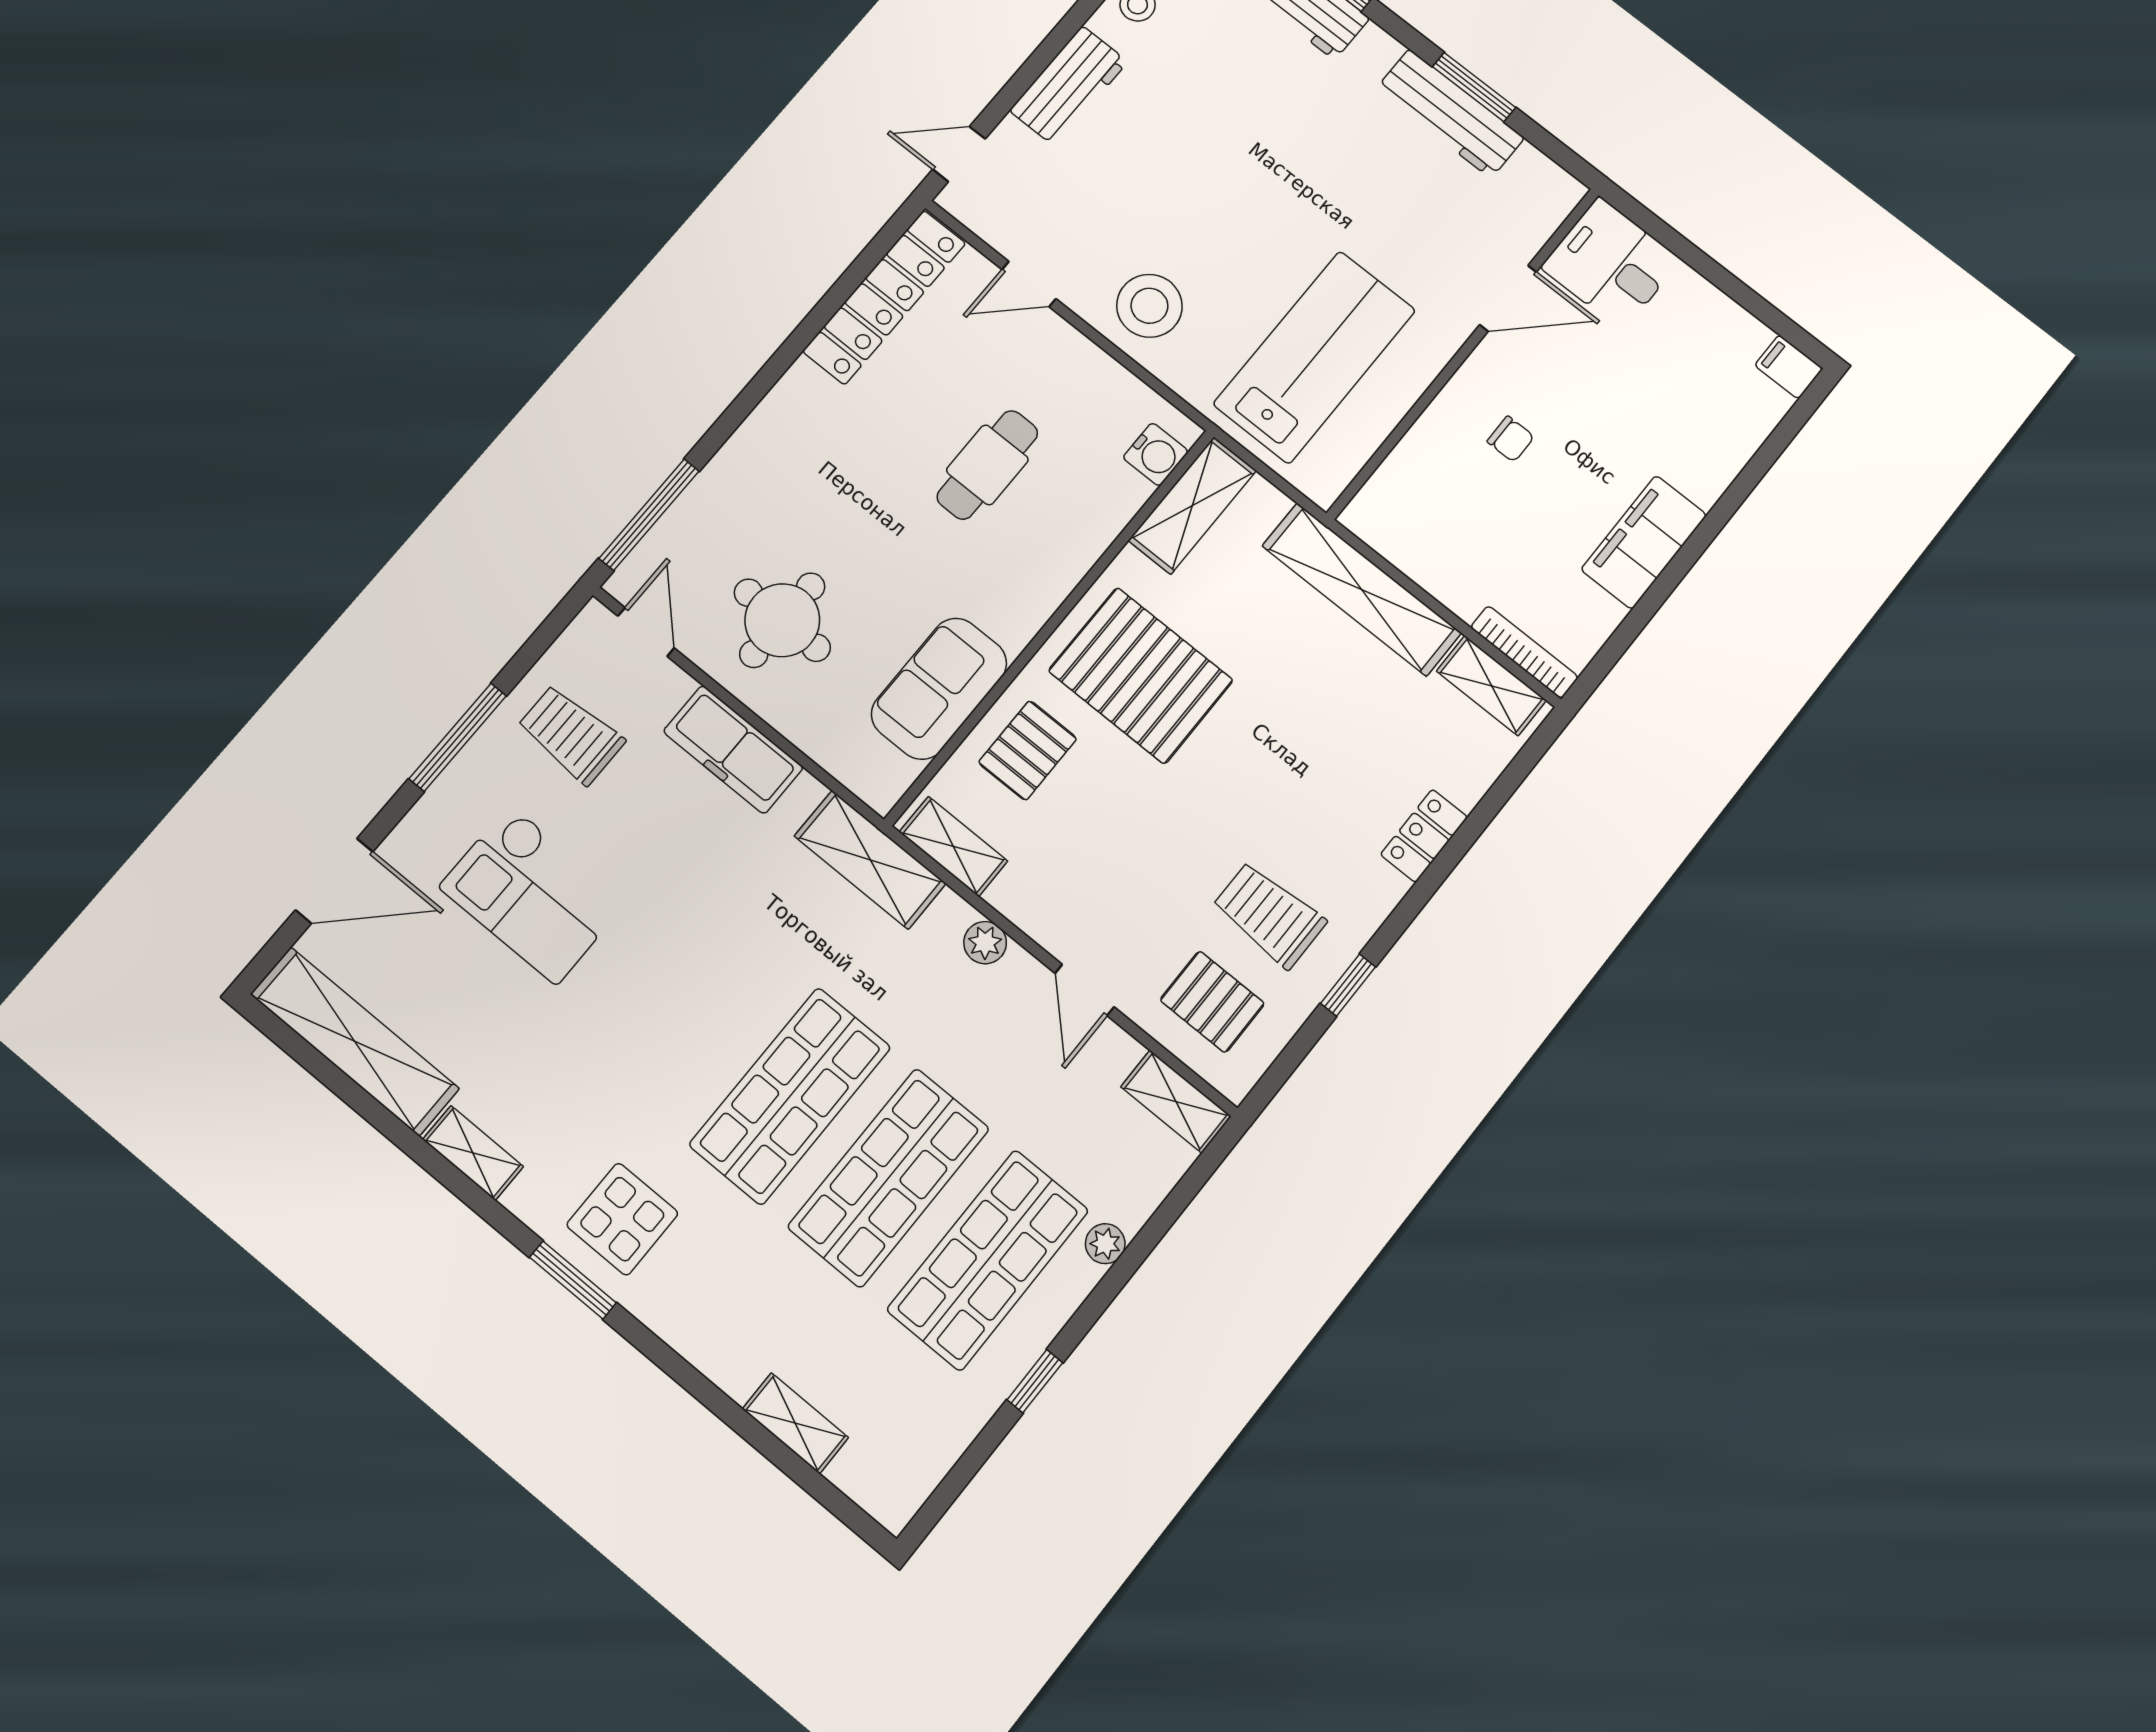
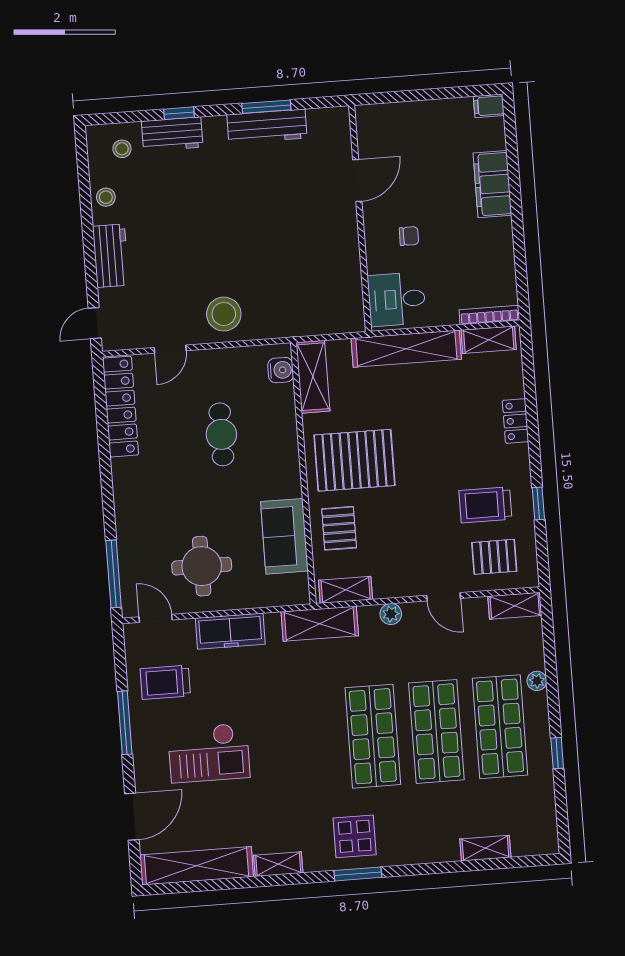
desk: (1611, 264) -> (397, 299), moved
lab bench: (1315, 357) -> (305, 274), removed
filing cabinet: (1644, 542) -> (492, 184), moved

